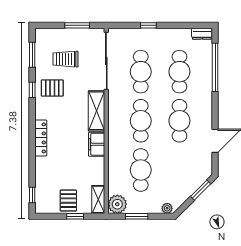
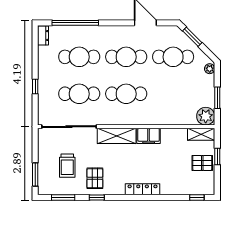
window: (77, 25) -> (35, 175), moved
cafe table: (141, 170) -> (173, 57), moved

